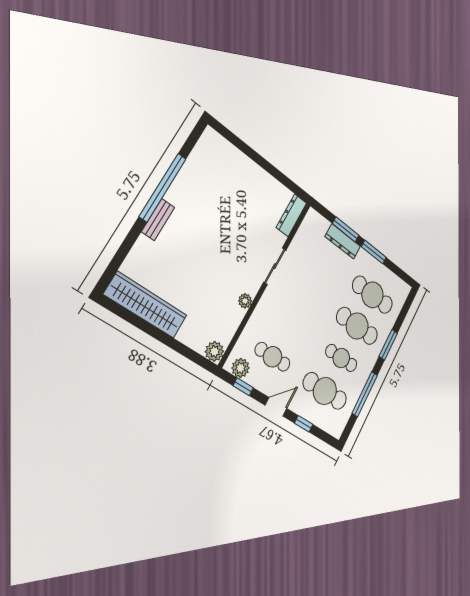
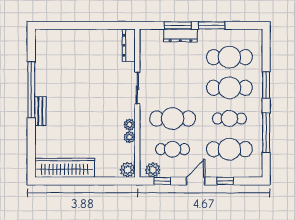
plant: (237, 315) -> (130, 137), added
cafe table: (290, 323) -> (173, 119), added

